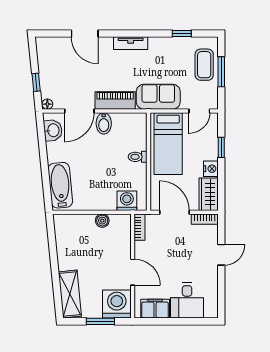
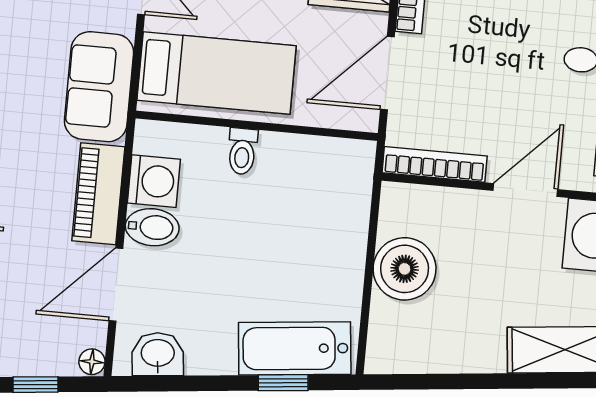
door: (79, 111) -> (116, 285), swing flipped
window: (46, 182) -> (283, 383), added
washing machine: (127, 201) -> (154, 181), moved, turned 180
boiler: (102, 221) -> (405, 269), width x1.86, depth x1.86
bookcase: (140, 227) -> (435, 164), width x1.56

